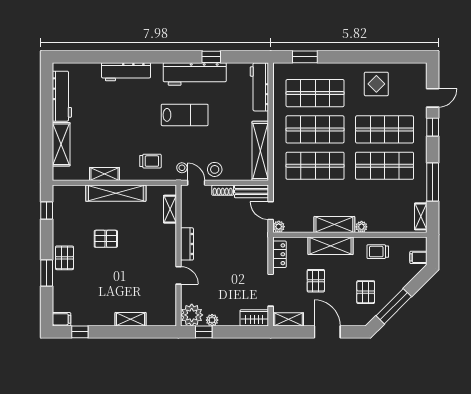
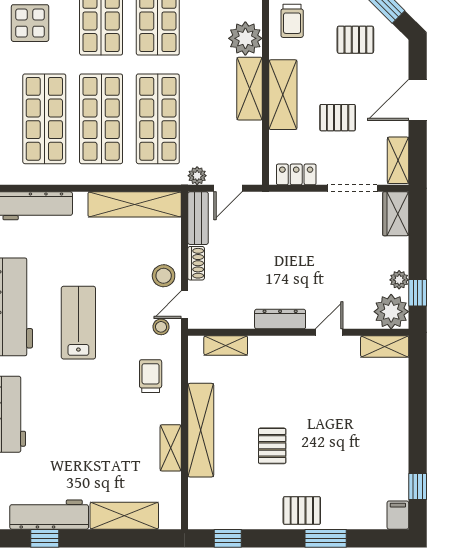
window: (47, 93) -> (45, 538), added
plant: (279, 227) -> (197, 176), moved
plant: (361, 227) -> (245, 38), width x1.87, depth x1.87
shelving: (131, 319) -> (385, 347), moved, turned 90

